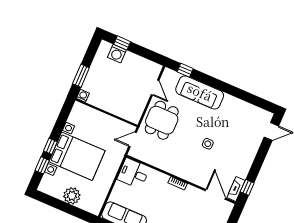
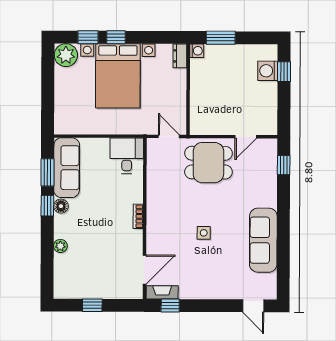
sofa: (200, 92) -> (263, 240), moved
dresser: (81, 109) -> (180, 56), added
plant: (72, 196) -> (66, 55), moved

